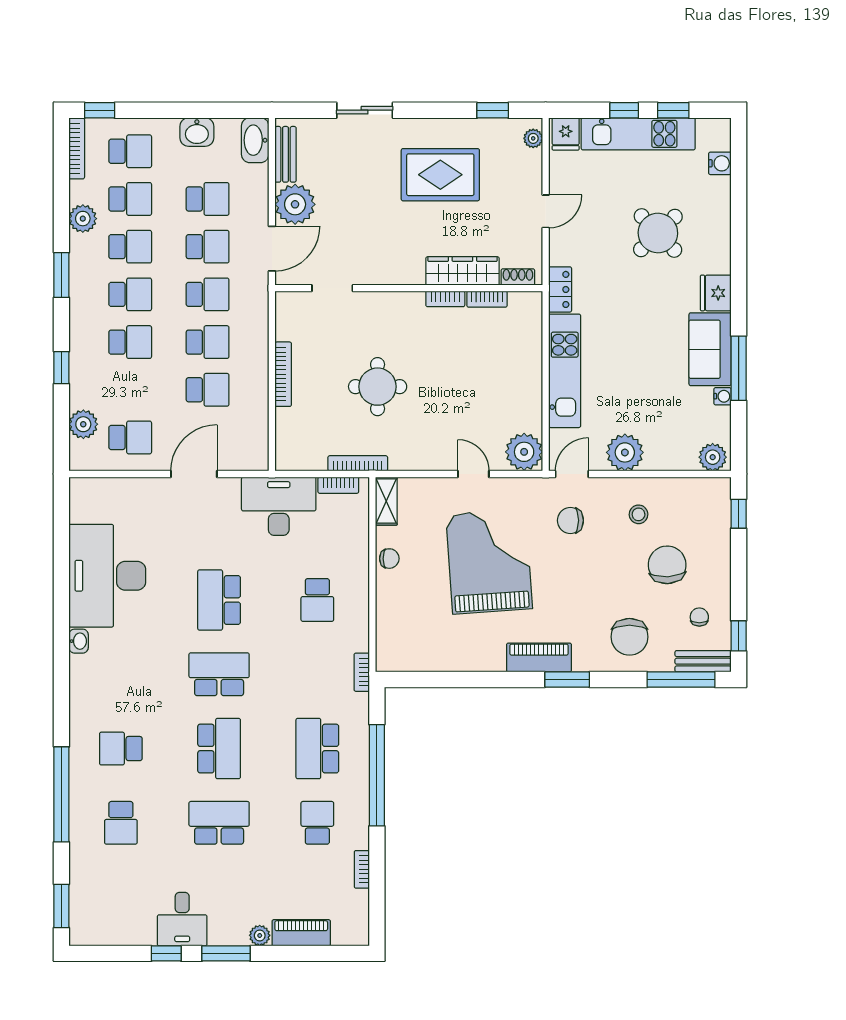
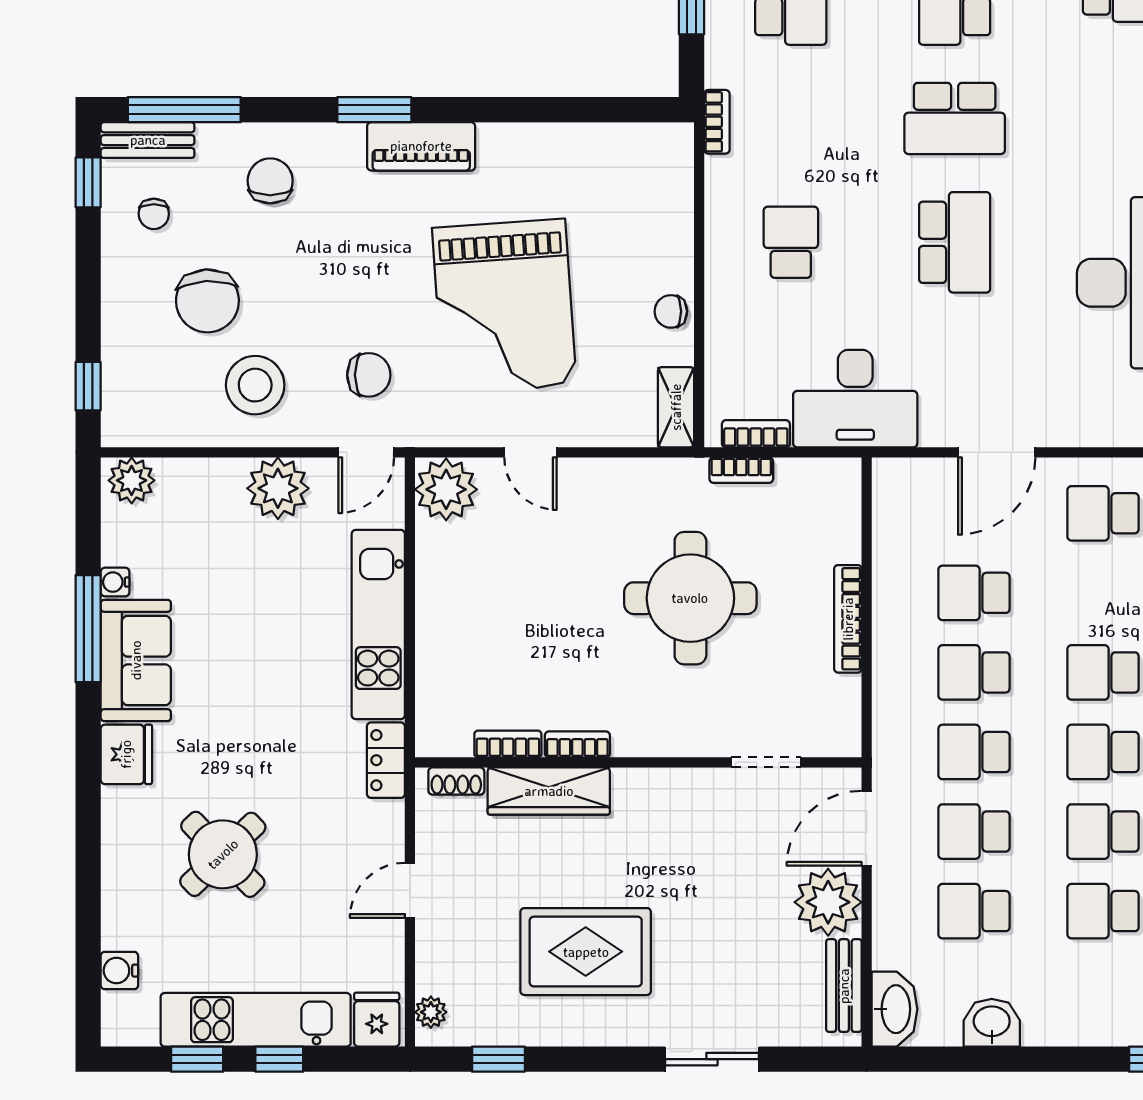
school desk: (130, 151) -> (1103, 991), removed
round table: (378, 387) -> (690, 598), width x1.36, depth x1.36
bookcase: (358, 463) -> (741, 470), width x0.64
stool: (639, 514) -> (255, 385), width x1.89, depth x1.89
chair: (629, 637) -> (270, 181), width x0.73, depth x0.73

